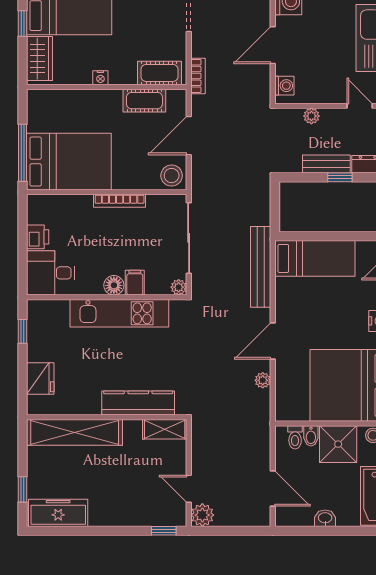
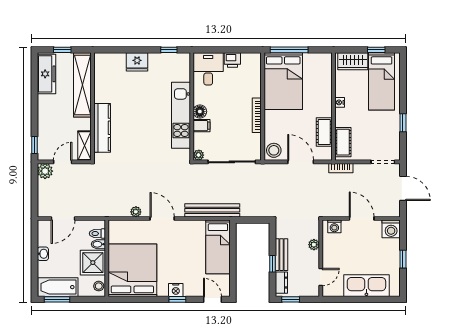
kitchen counter: (138, 403) -> (102, 128), moved
wall: (107, 417) -> (93, 107), moved
shelving: (165, 429) -> (84, 146), moved
shelving: (75, 432) -> (82, 85), moved

